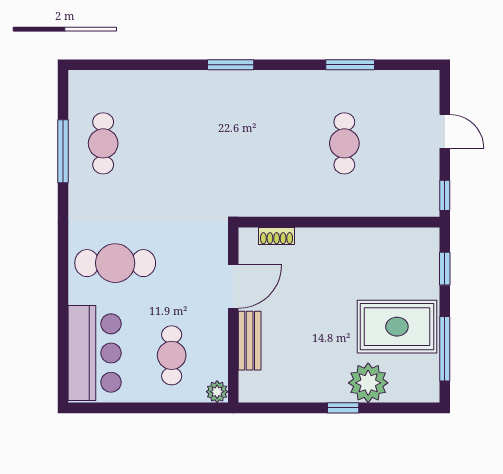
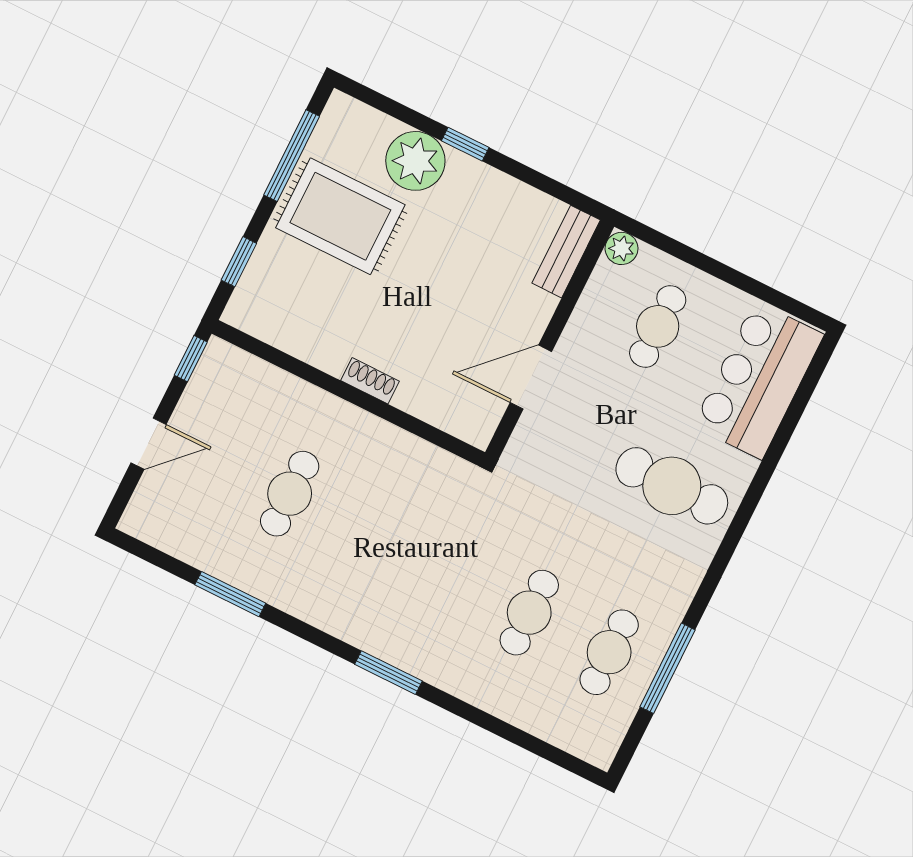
door: (445, 131) -> (149, 444), swing flipped
cafe table: (163, 143) -> (529, 613), added
shoe rack: (277, 236) -> (370, 381), moved
bench: (250, 341) -> (566, 252), moved

